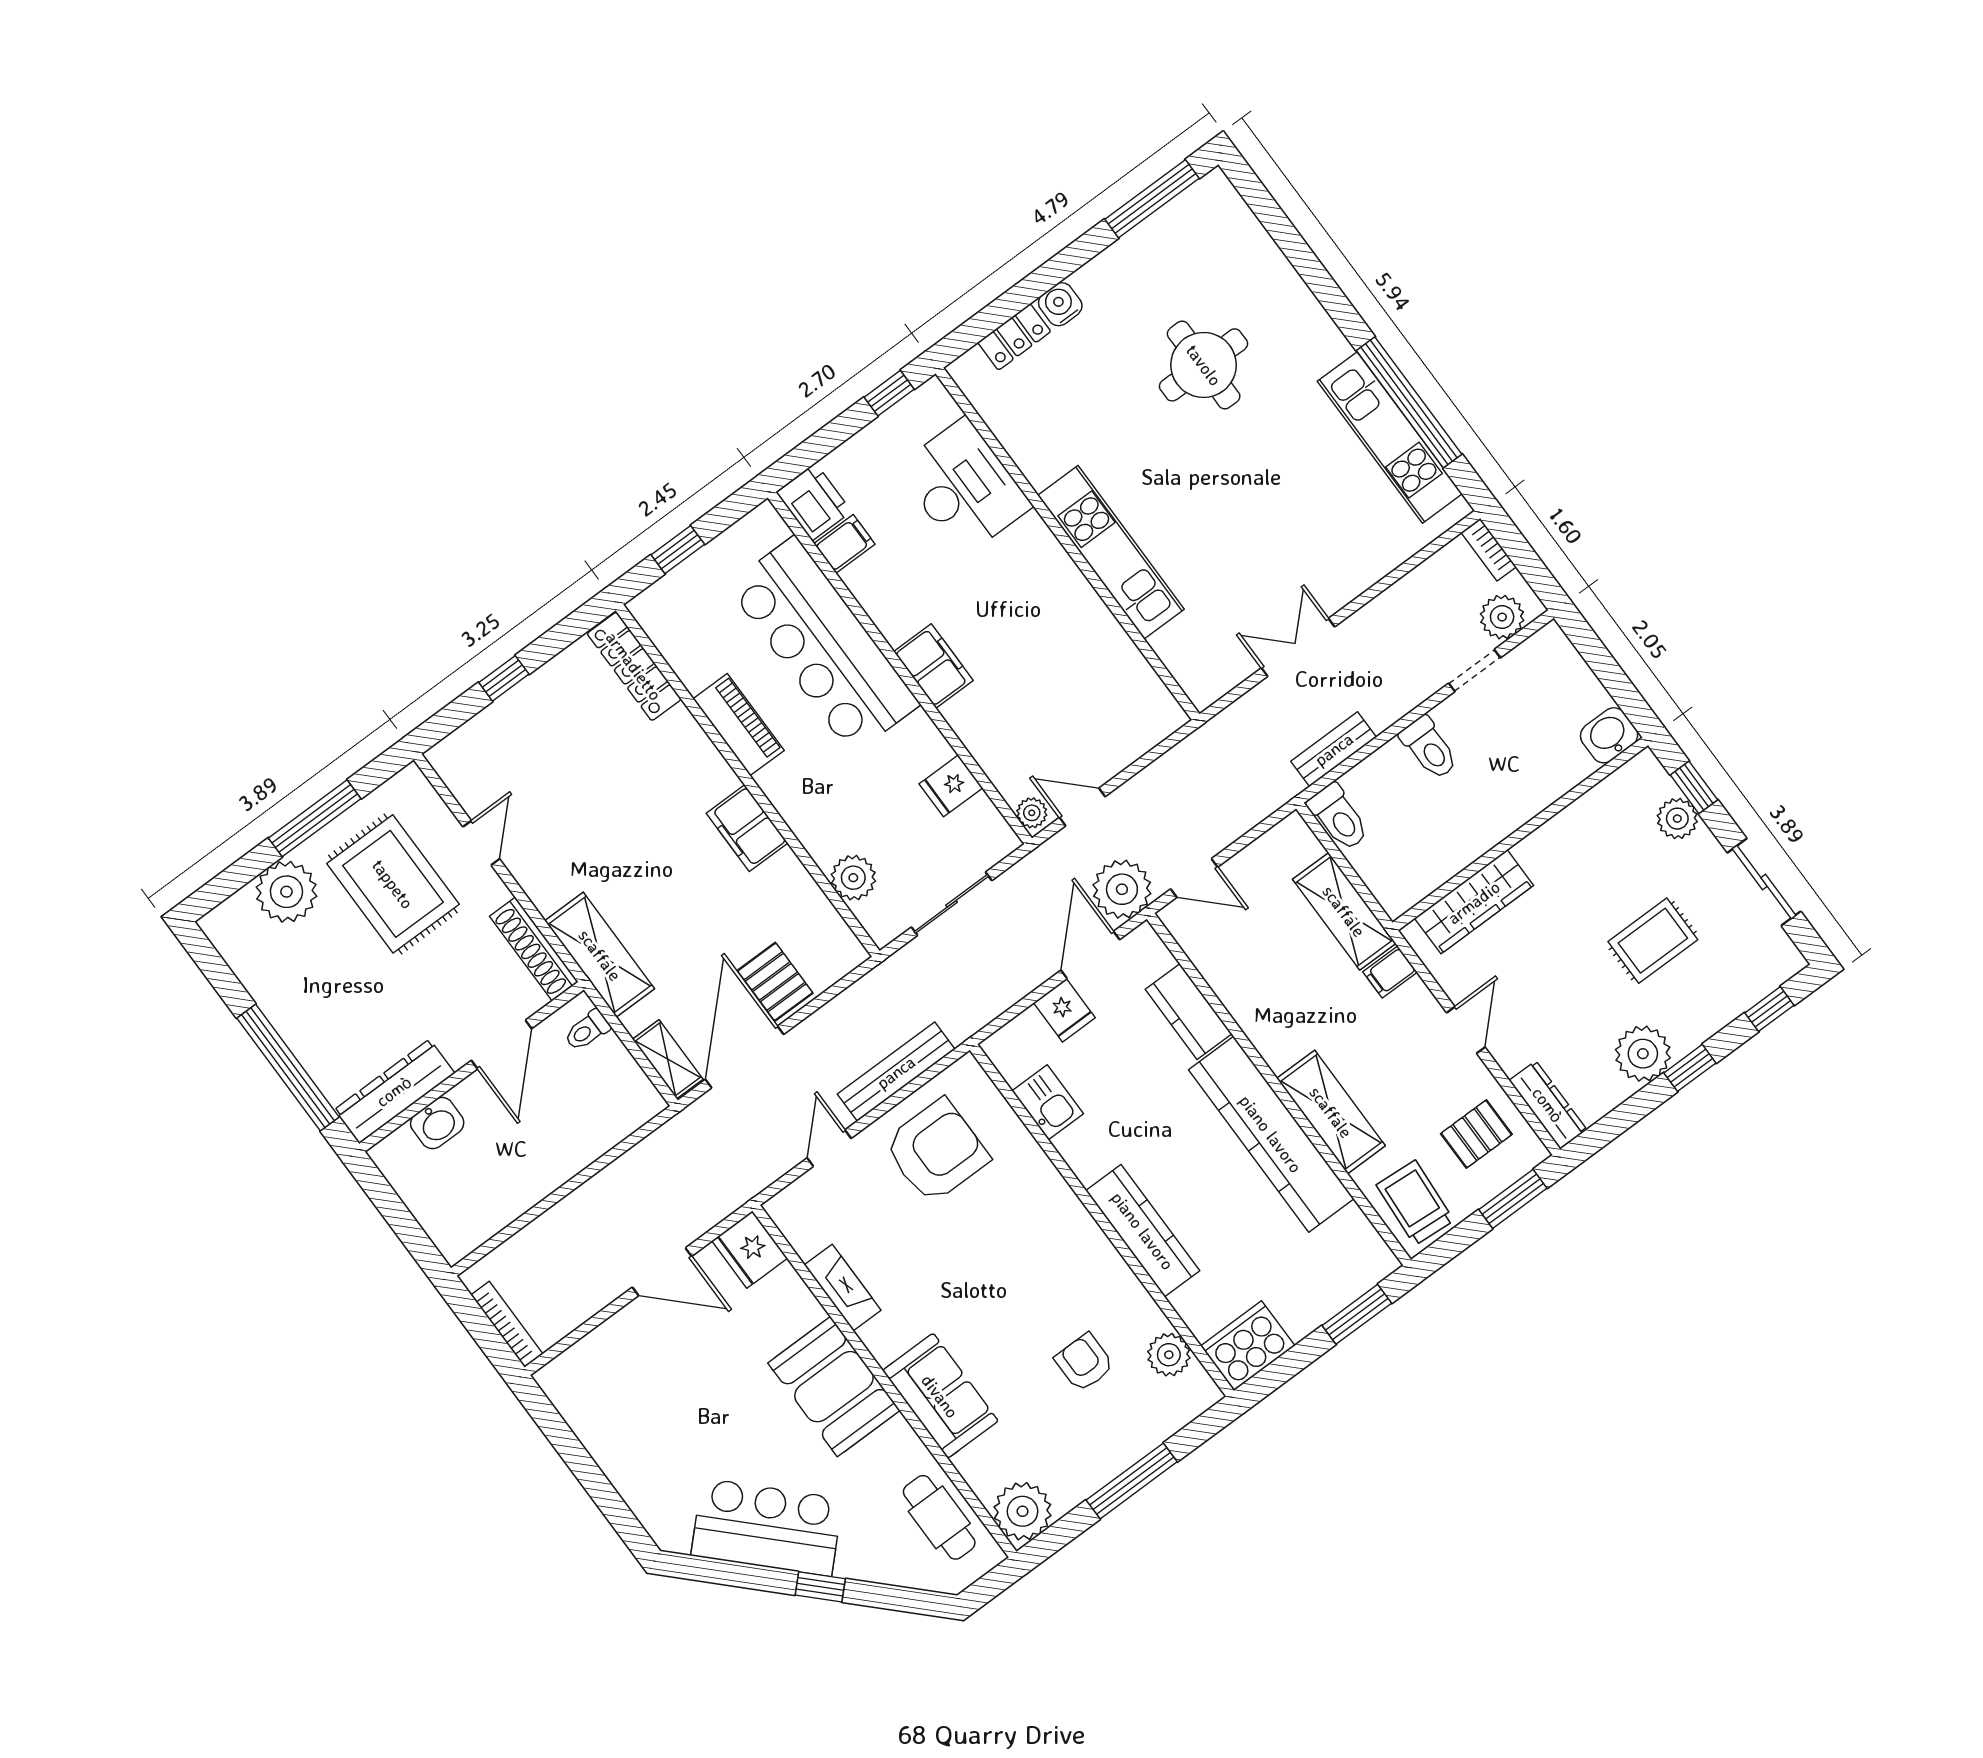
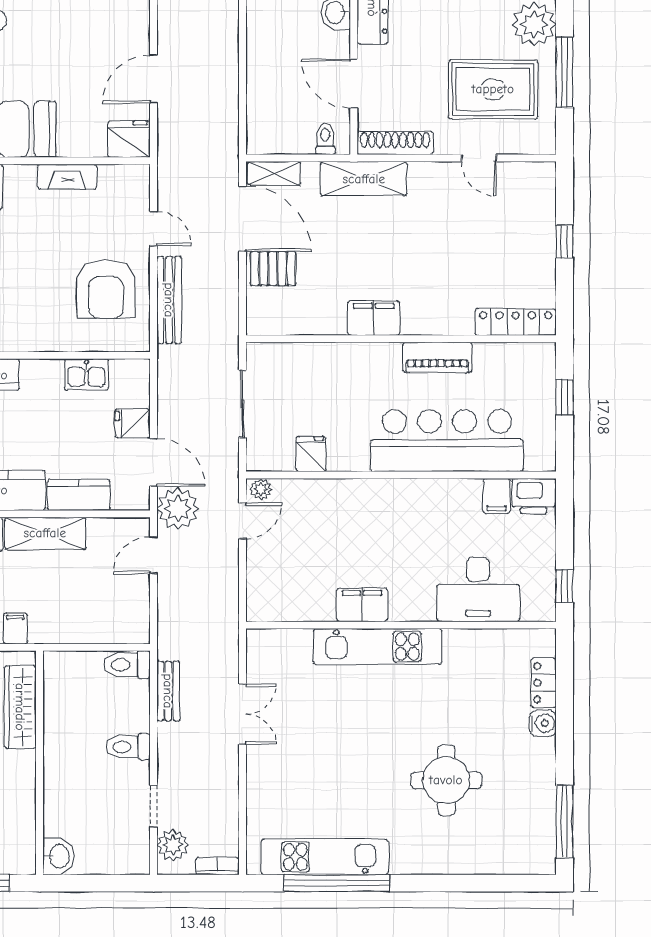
filing cabinet: (933, 666) -> (362, 605), moved, turned 180
plant: (853, 878) -> (300, 358), removed
shelving: (1344, 911) -> (45, 533), moved

